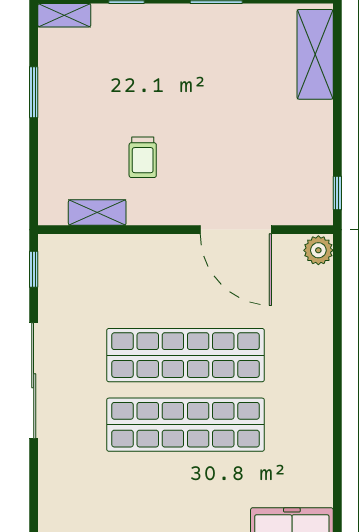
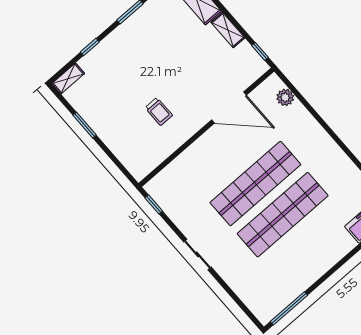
shelving: (97, 213) -> (228, 30), moved, turned 90
plant: (318, 250) -> (285, 97), moved
sliding door: (34, 381) -> (197, 254), width x0.54

